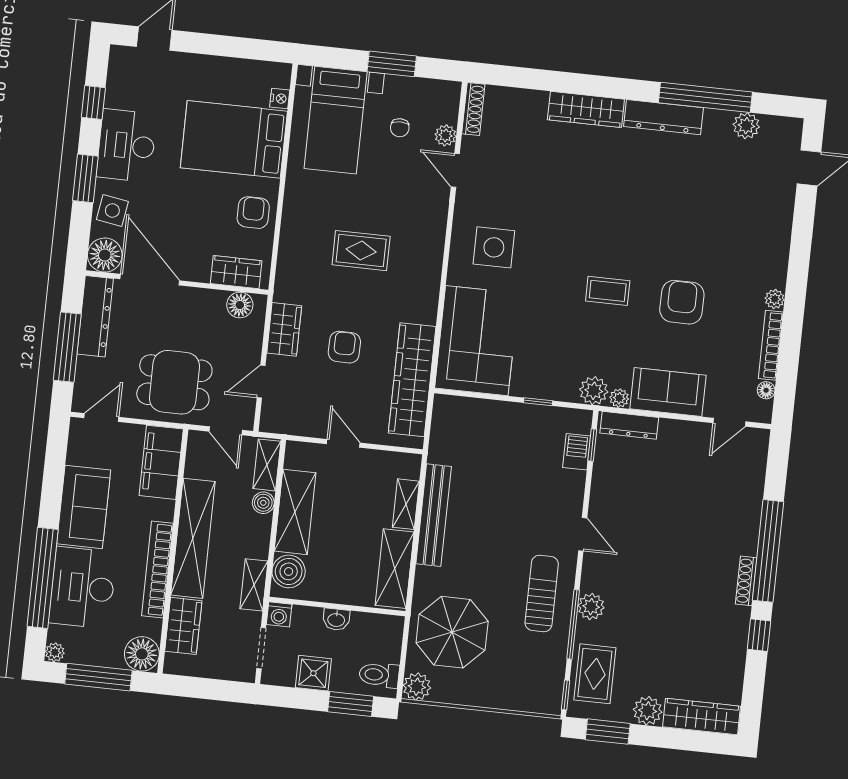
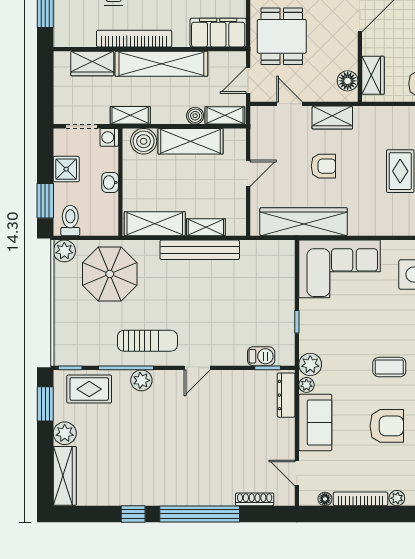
coffee table: (608, 291) -> (389, 367), turned 90
shoe rack: (746, 581) -> (255, 499), moved
floor lamp: (142, 654) -> (67, 34), removed

